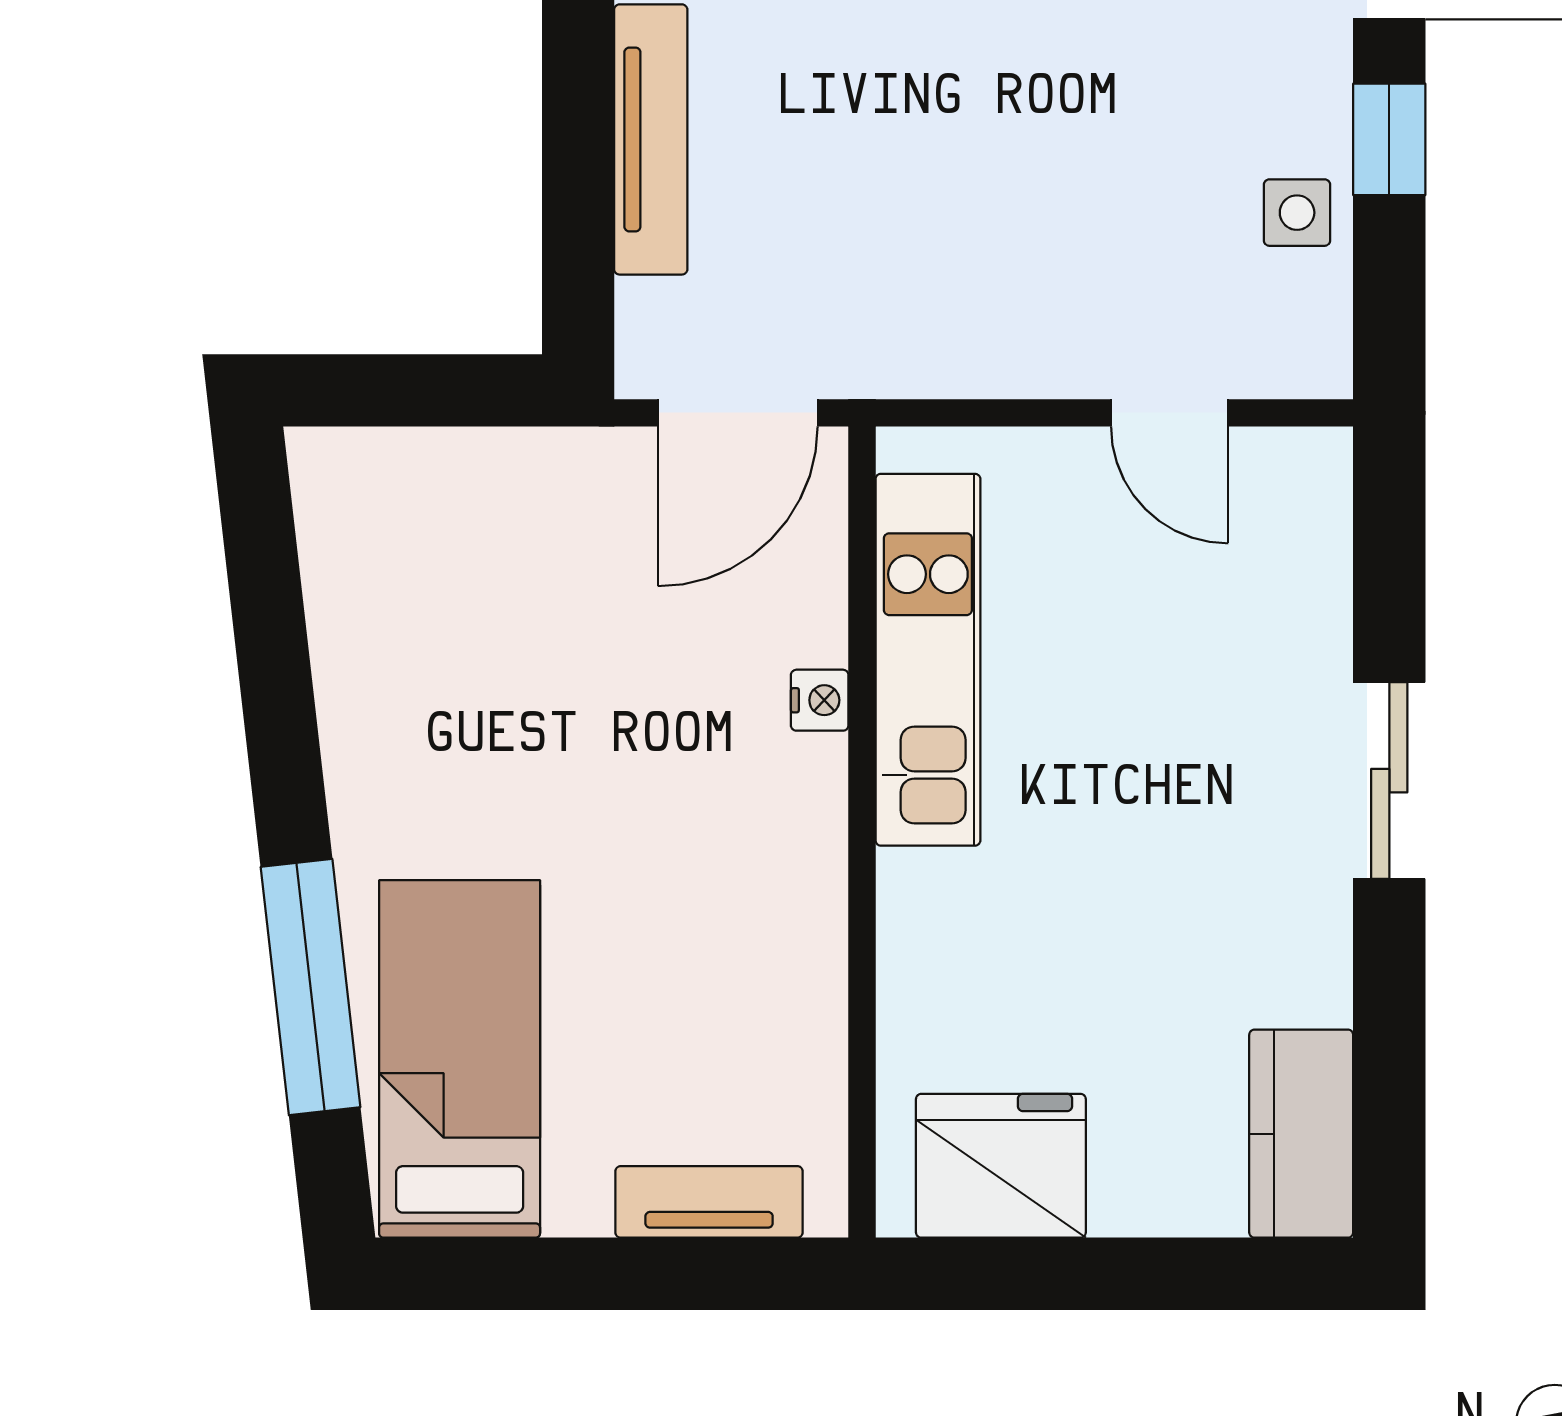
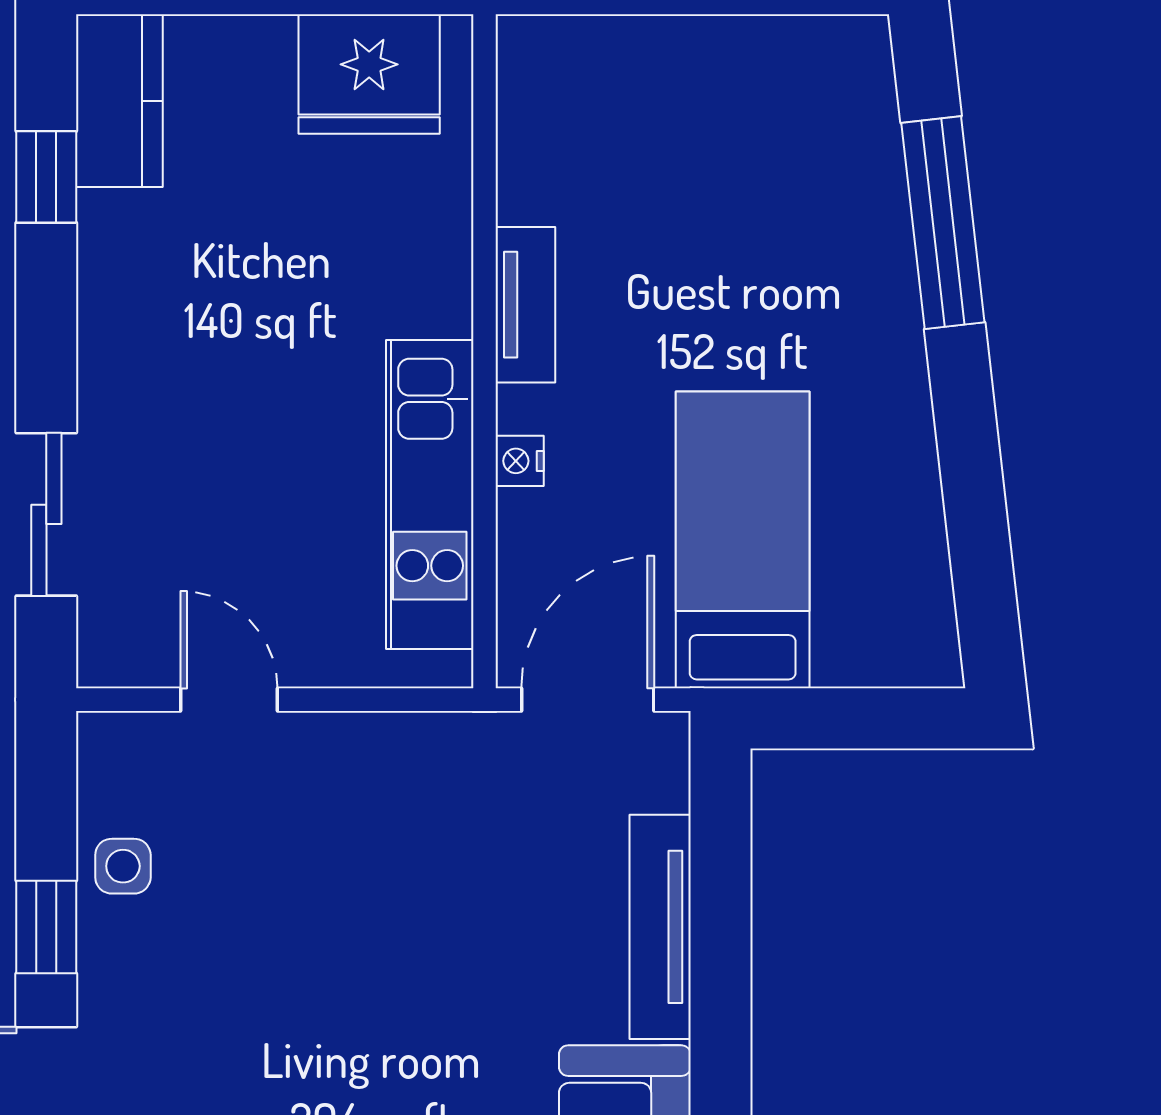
sliding door: (1389, 781) -> (46, 514), moved
window: (1389, 1042) -> (46, 177), added
bed: (460, 1059) -> (743, 540), moved, turned 180
tv unit: (709, 1202) -> (525, 305), moved, turned -90

